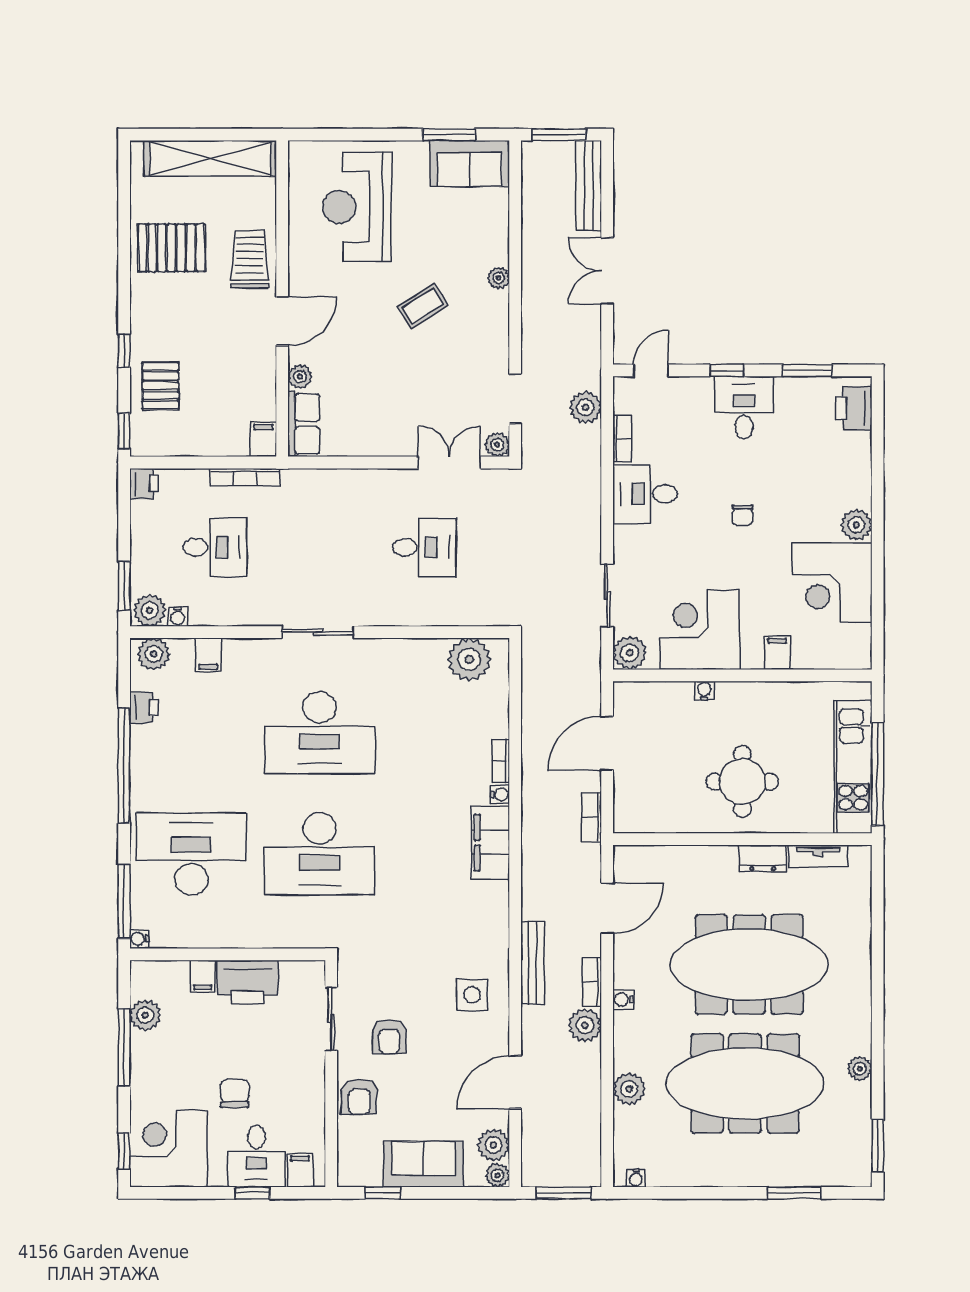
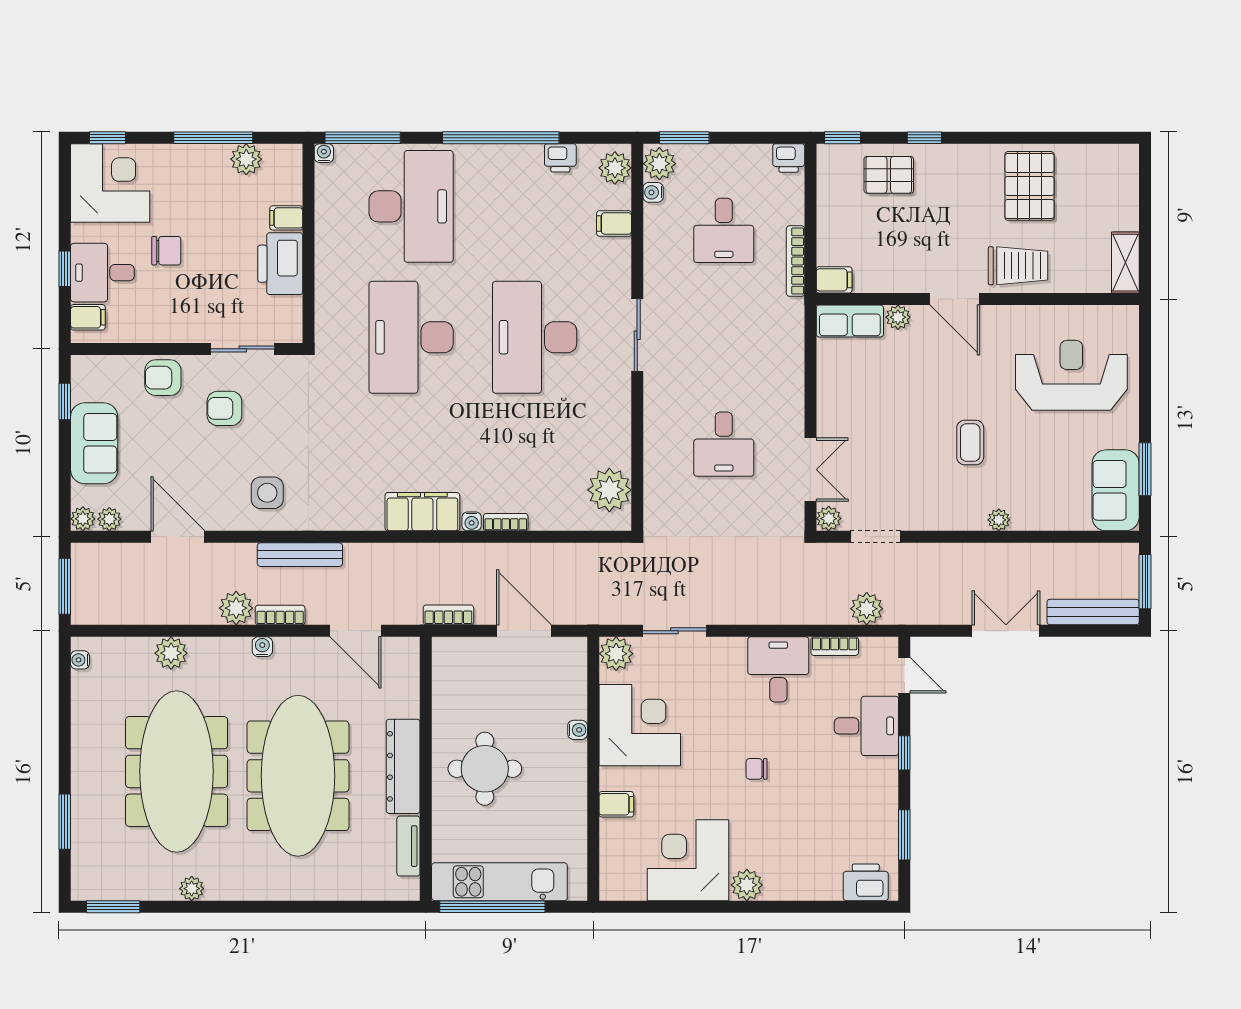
shelving: (210, 158) -> (1125, 263), width x0.45, depth x0.75
coffee table: (423, 306) -> (970, 442), turned 32
desk: (744, 408) -> (866, 726), moved
dresser: (763, 858) -> (403, 766), width x1.96, depth x1.24
plant: (493, 1145) -> (109, 519), width x0.73, depth x0.73

